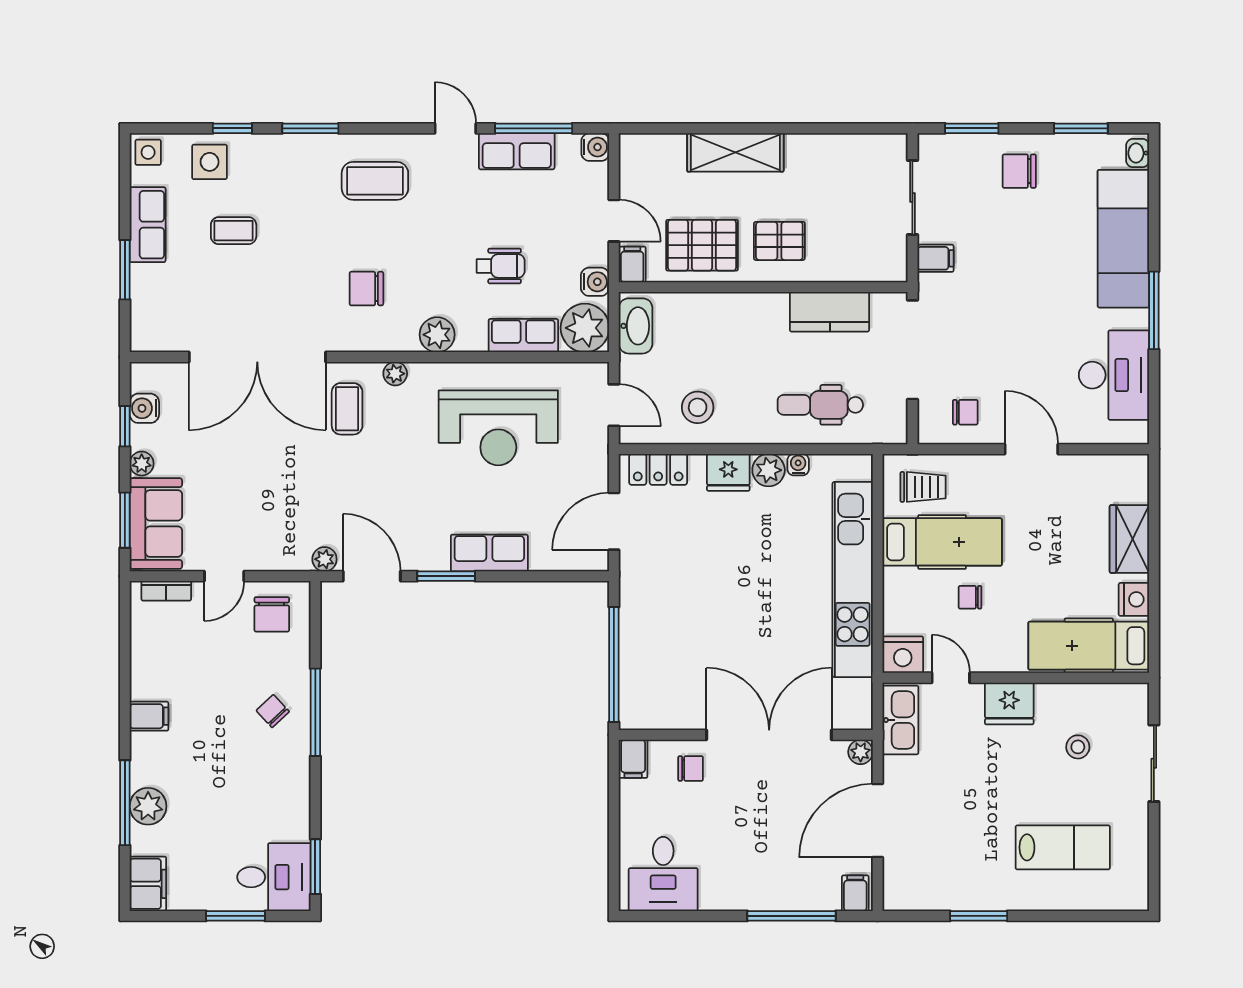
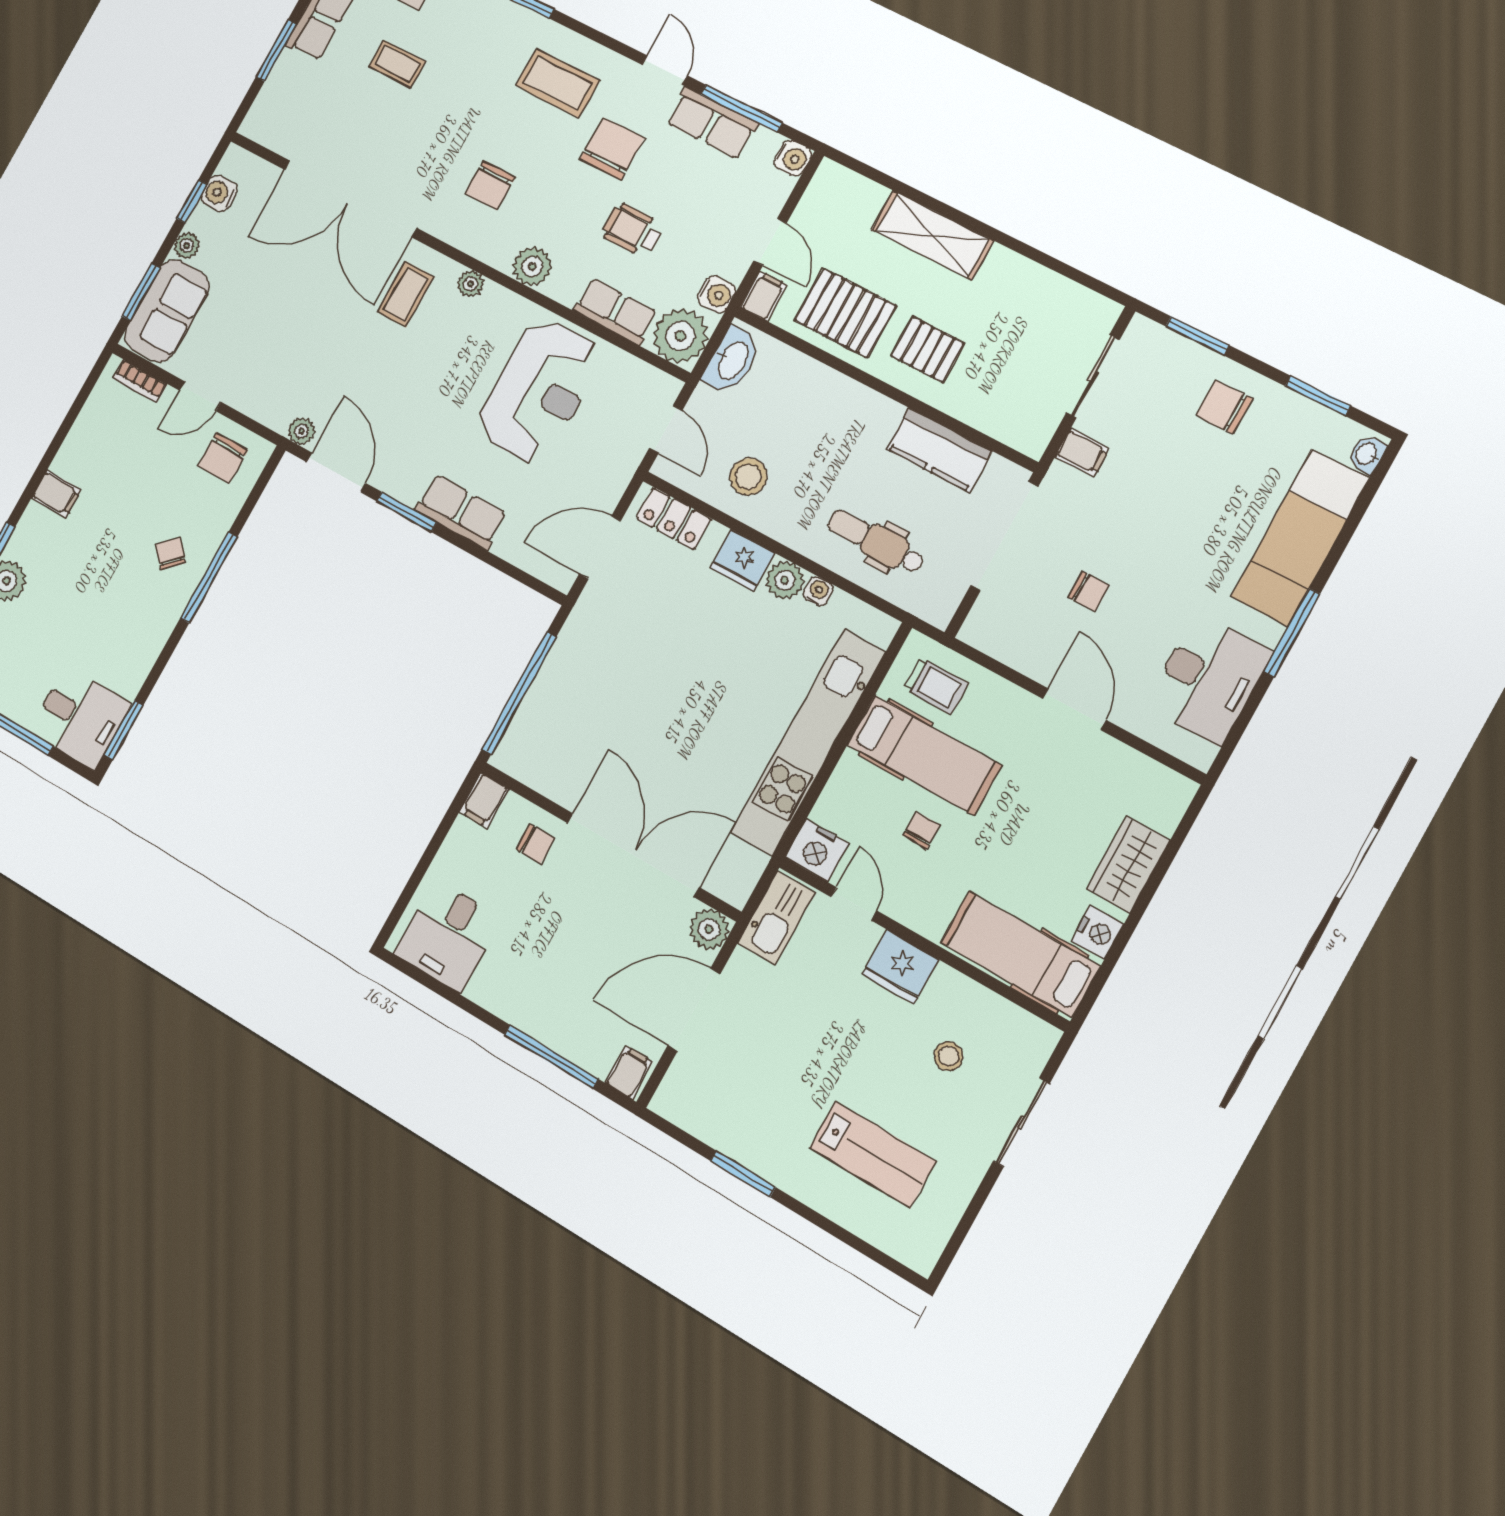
chair: (449, 211) -> (612, 149), added
wheelchair: (501, 266) -> (632, 230), turned 180
chair: (366, 289) -> (490, 185), turned -90
chair: (965, 412) -> (1089, 591), moved
reception desk: (498, 428) -> (539, 391), turned -90
chair: (970, 597) -> (921, 830), turned 90
plant: (861, 752) -> (709, 929), width x1.38, depth x1.38

